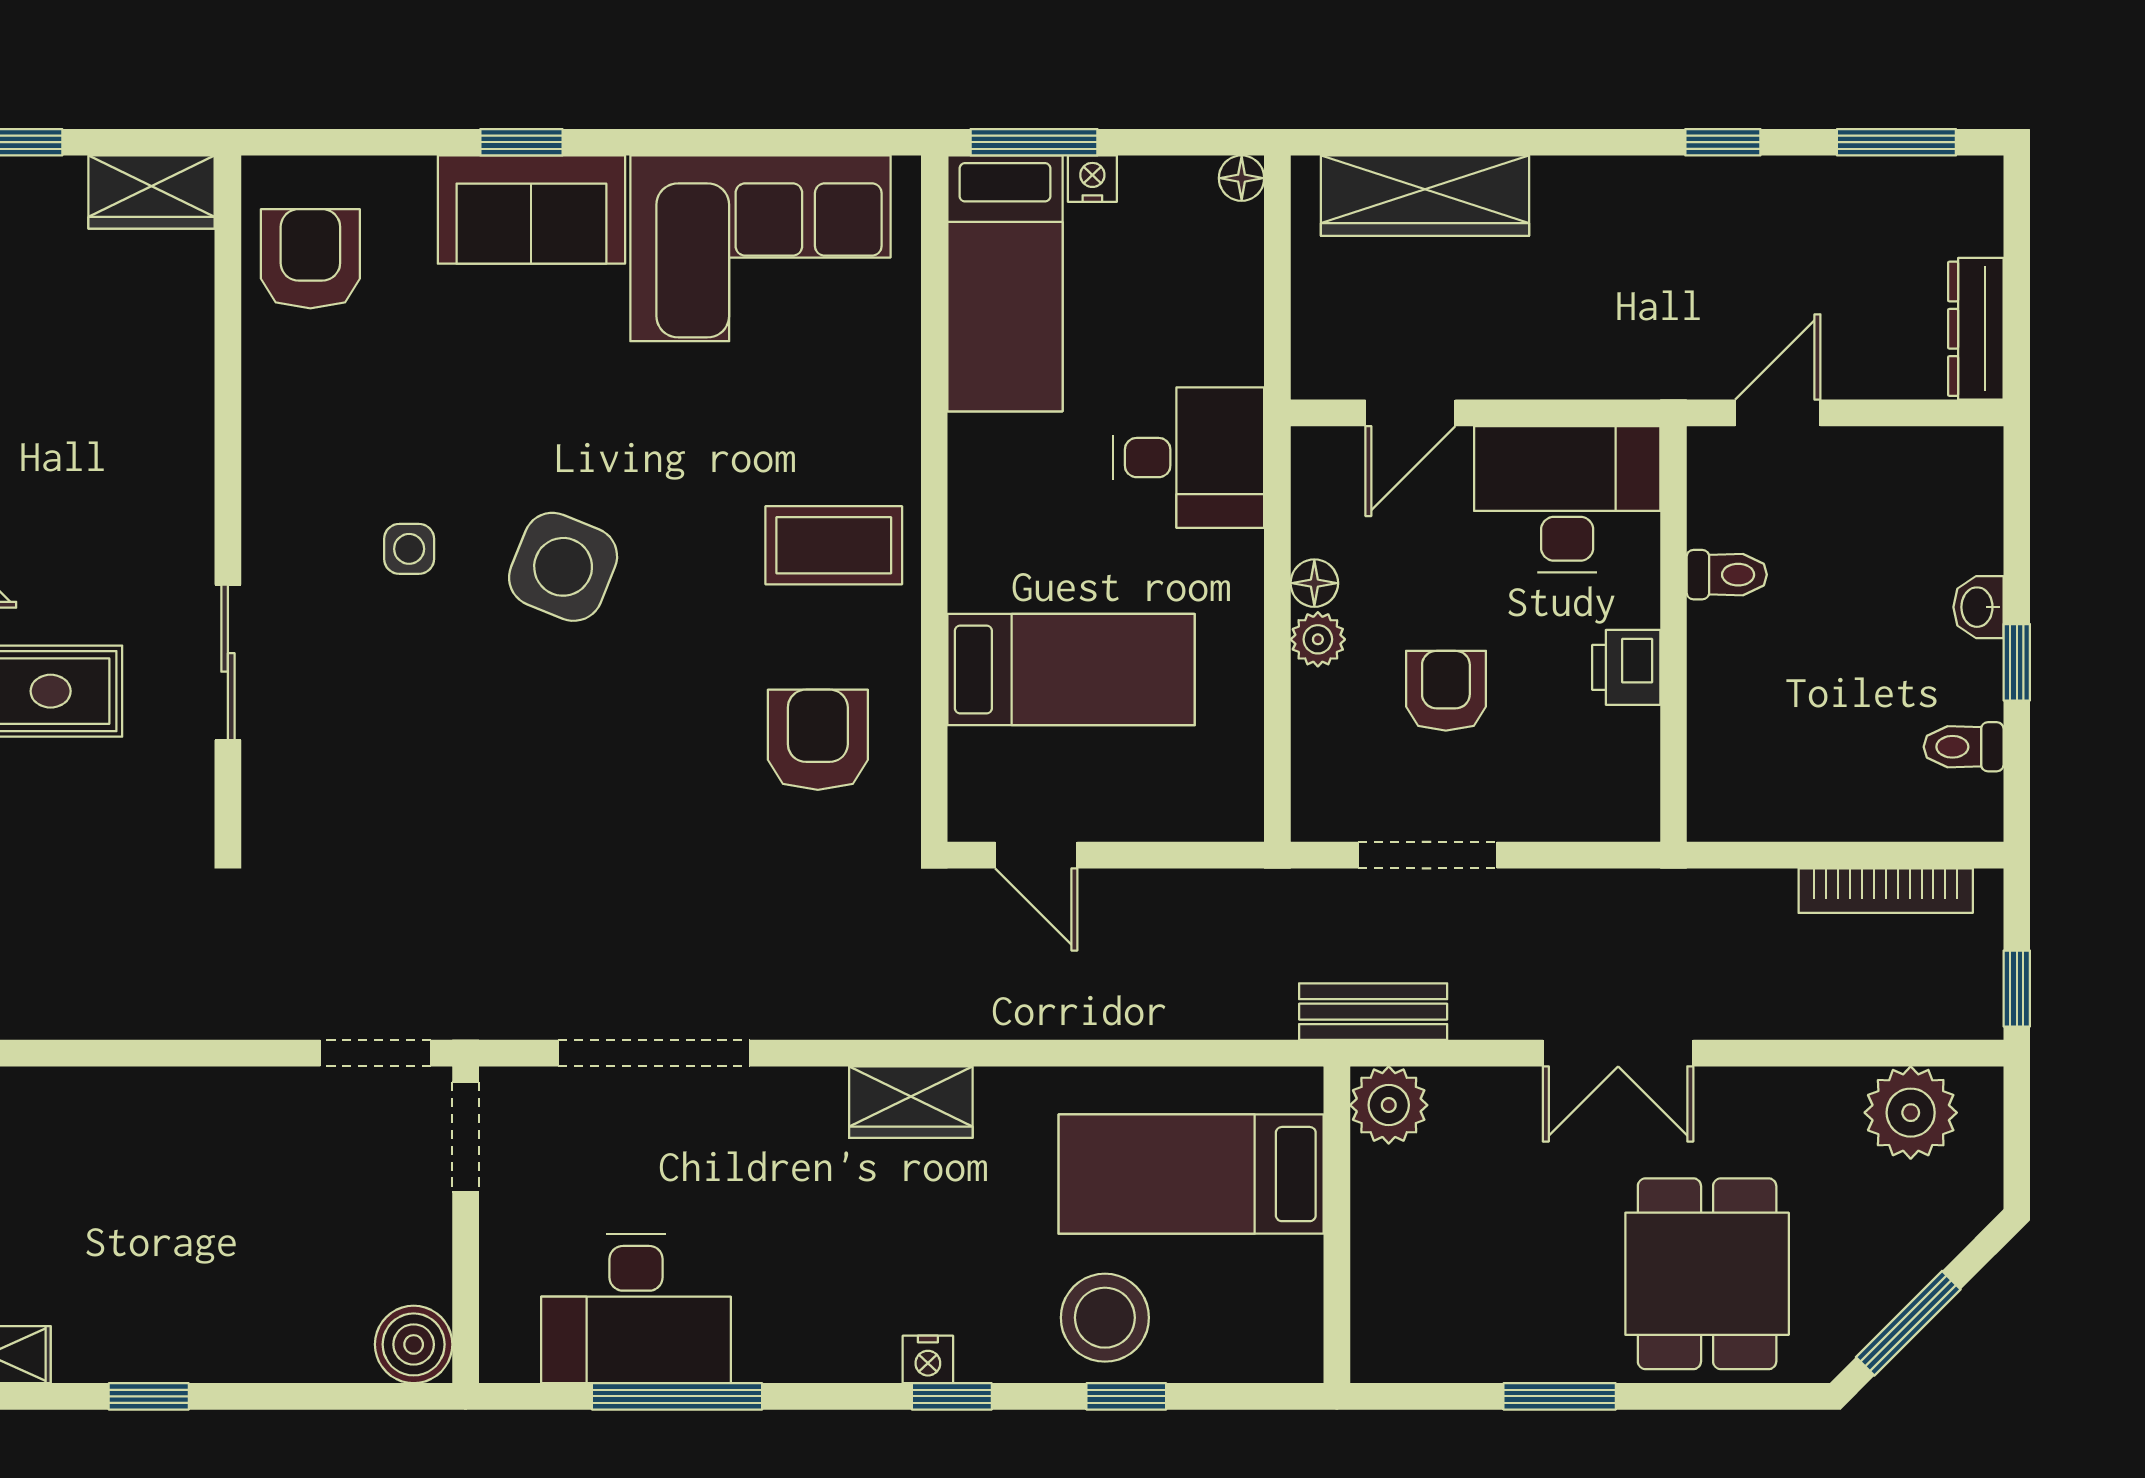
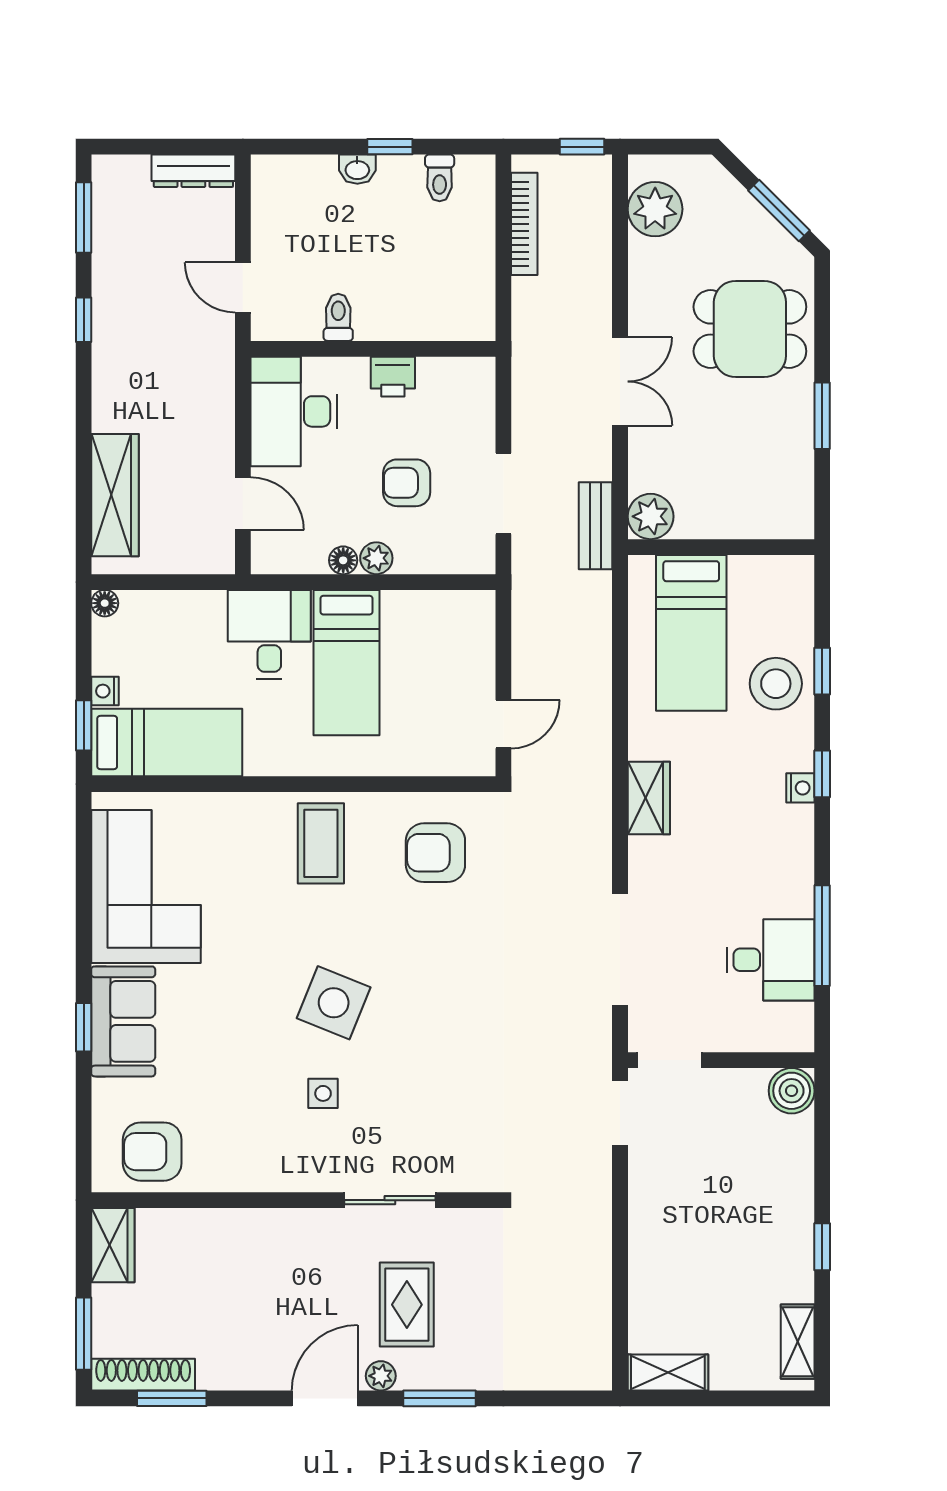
window: (1034, 142) -> (84, 725), width x0.67
bed: (1071, 670) -> (346, 663), moved, turned 180
desk: (636, 1309) -> (770, 960), width x0.73

